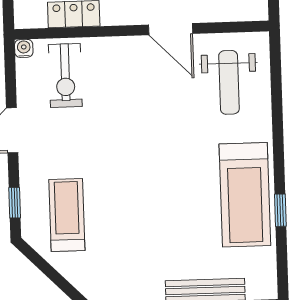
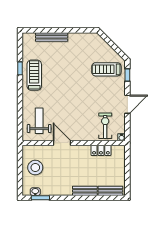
treadmill: (245, 195) -> (34, 75), width x0.73, depth x0.73
treadmill: (67, 215) -> (106, 69), turned 90

